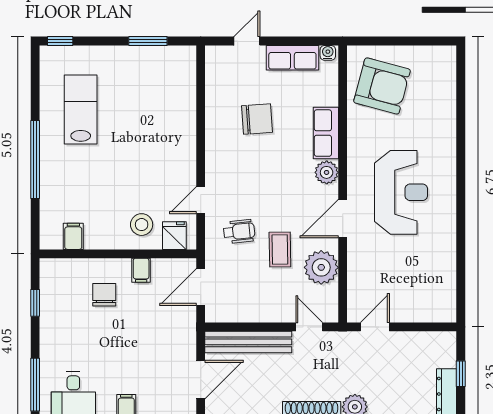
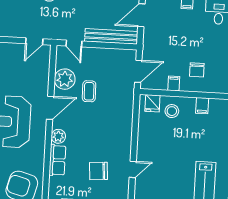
door: (201, 200) -> (133, 169), moved
wheelchair: (239, 231) -> (113, 104), removed
filing cabinet: (73, 236) -> (202, 106), moved

